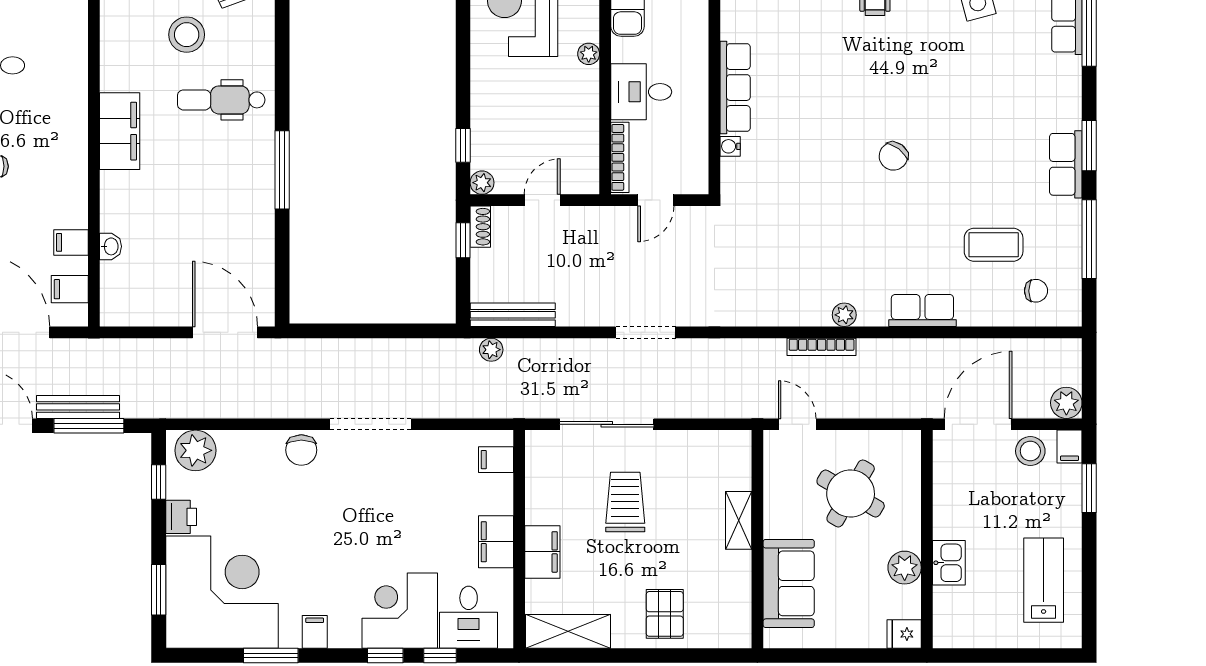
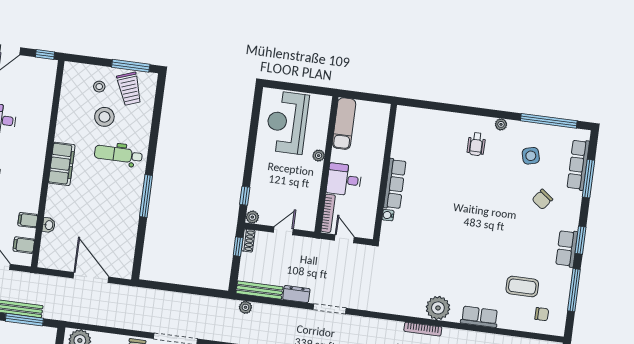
chair: (893, 156) -> (542, 199), moved
door: (656, 200) -> (344, 239), swing flipped
dresser: (581, 313) -> (296, 294), added
plant: (844, 315) -> (438, 308), width x1.87, depth x1.87
door: (225, 332) -> (91, 277), moved

